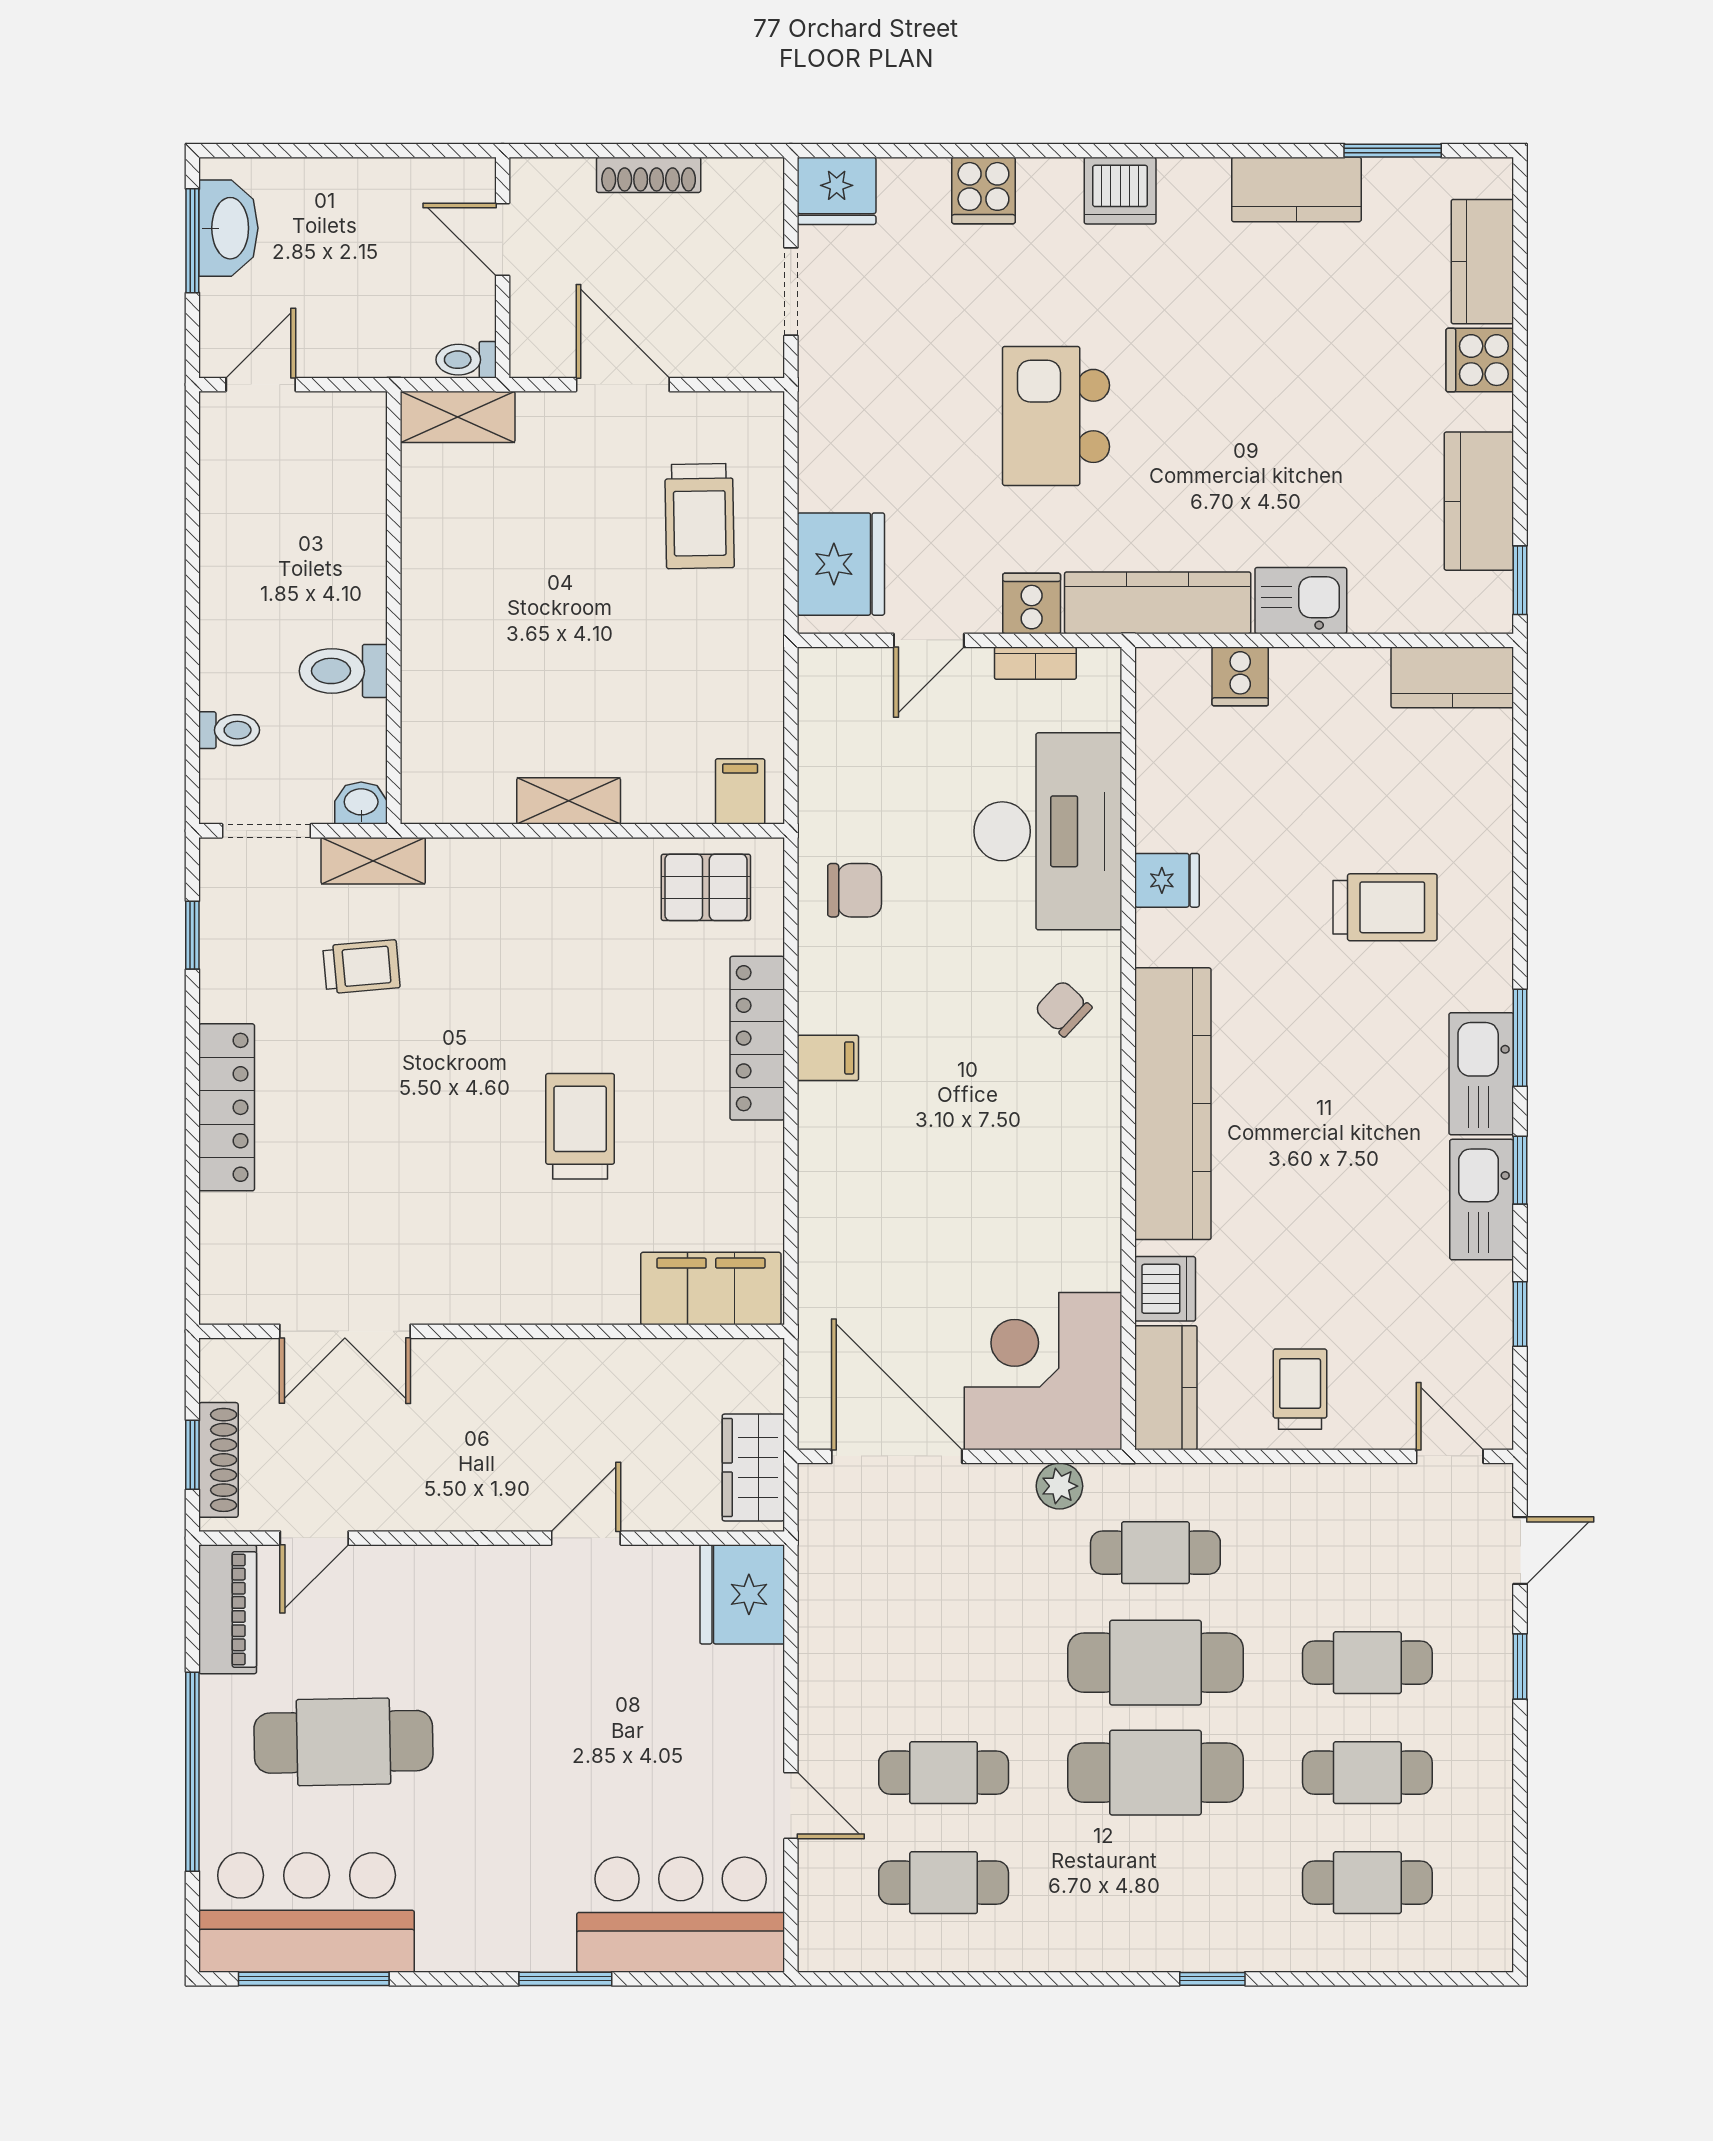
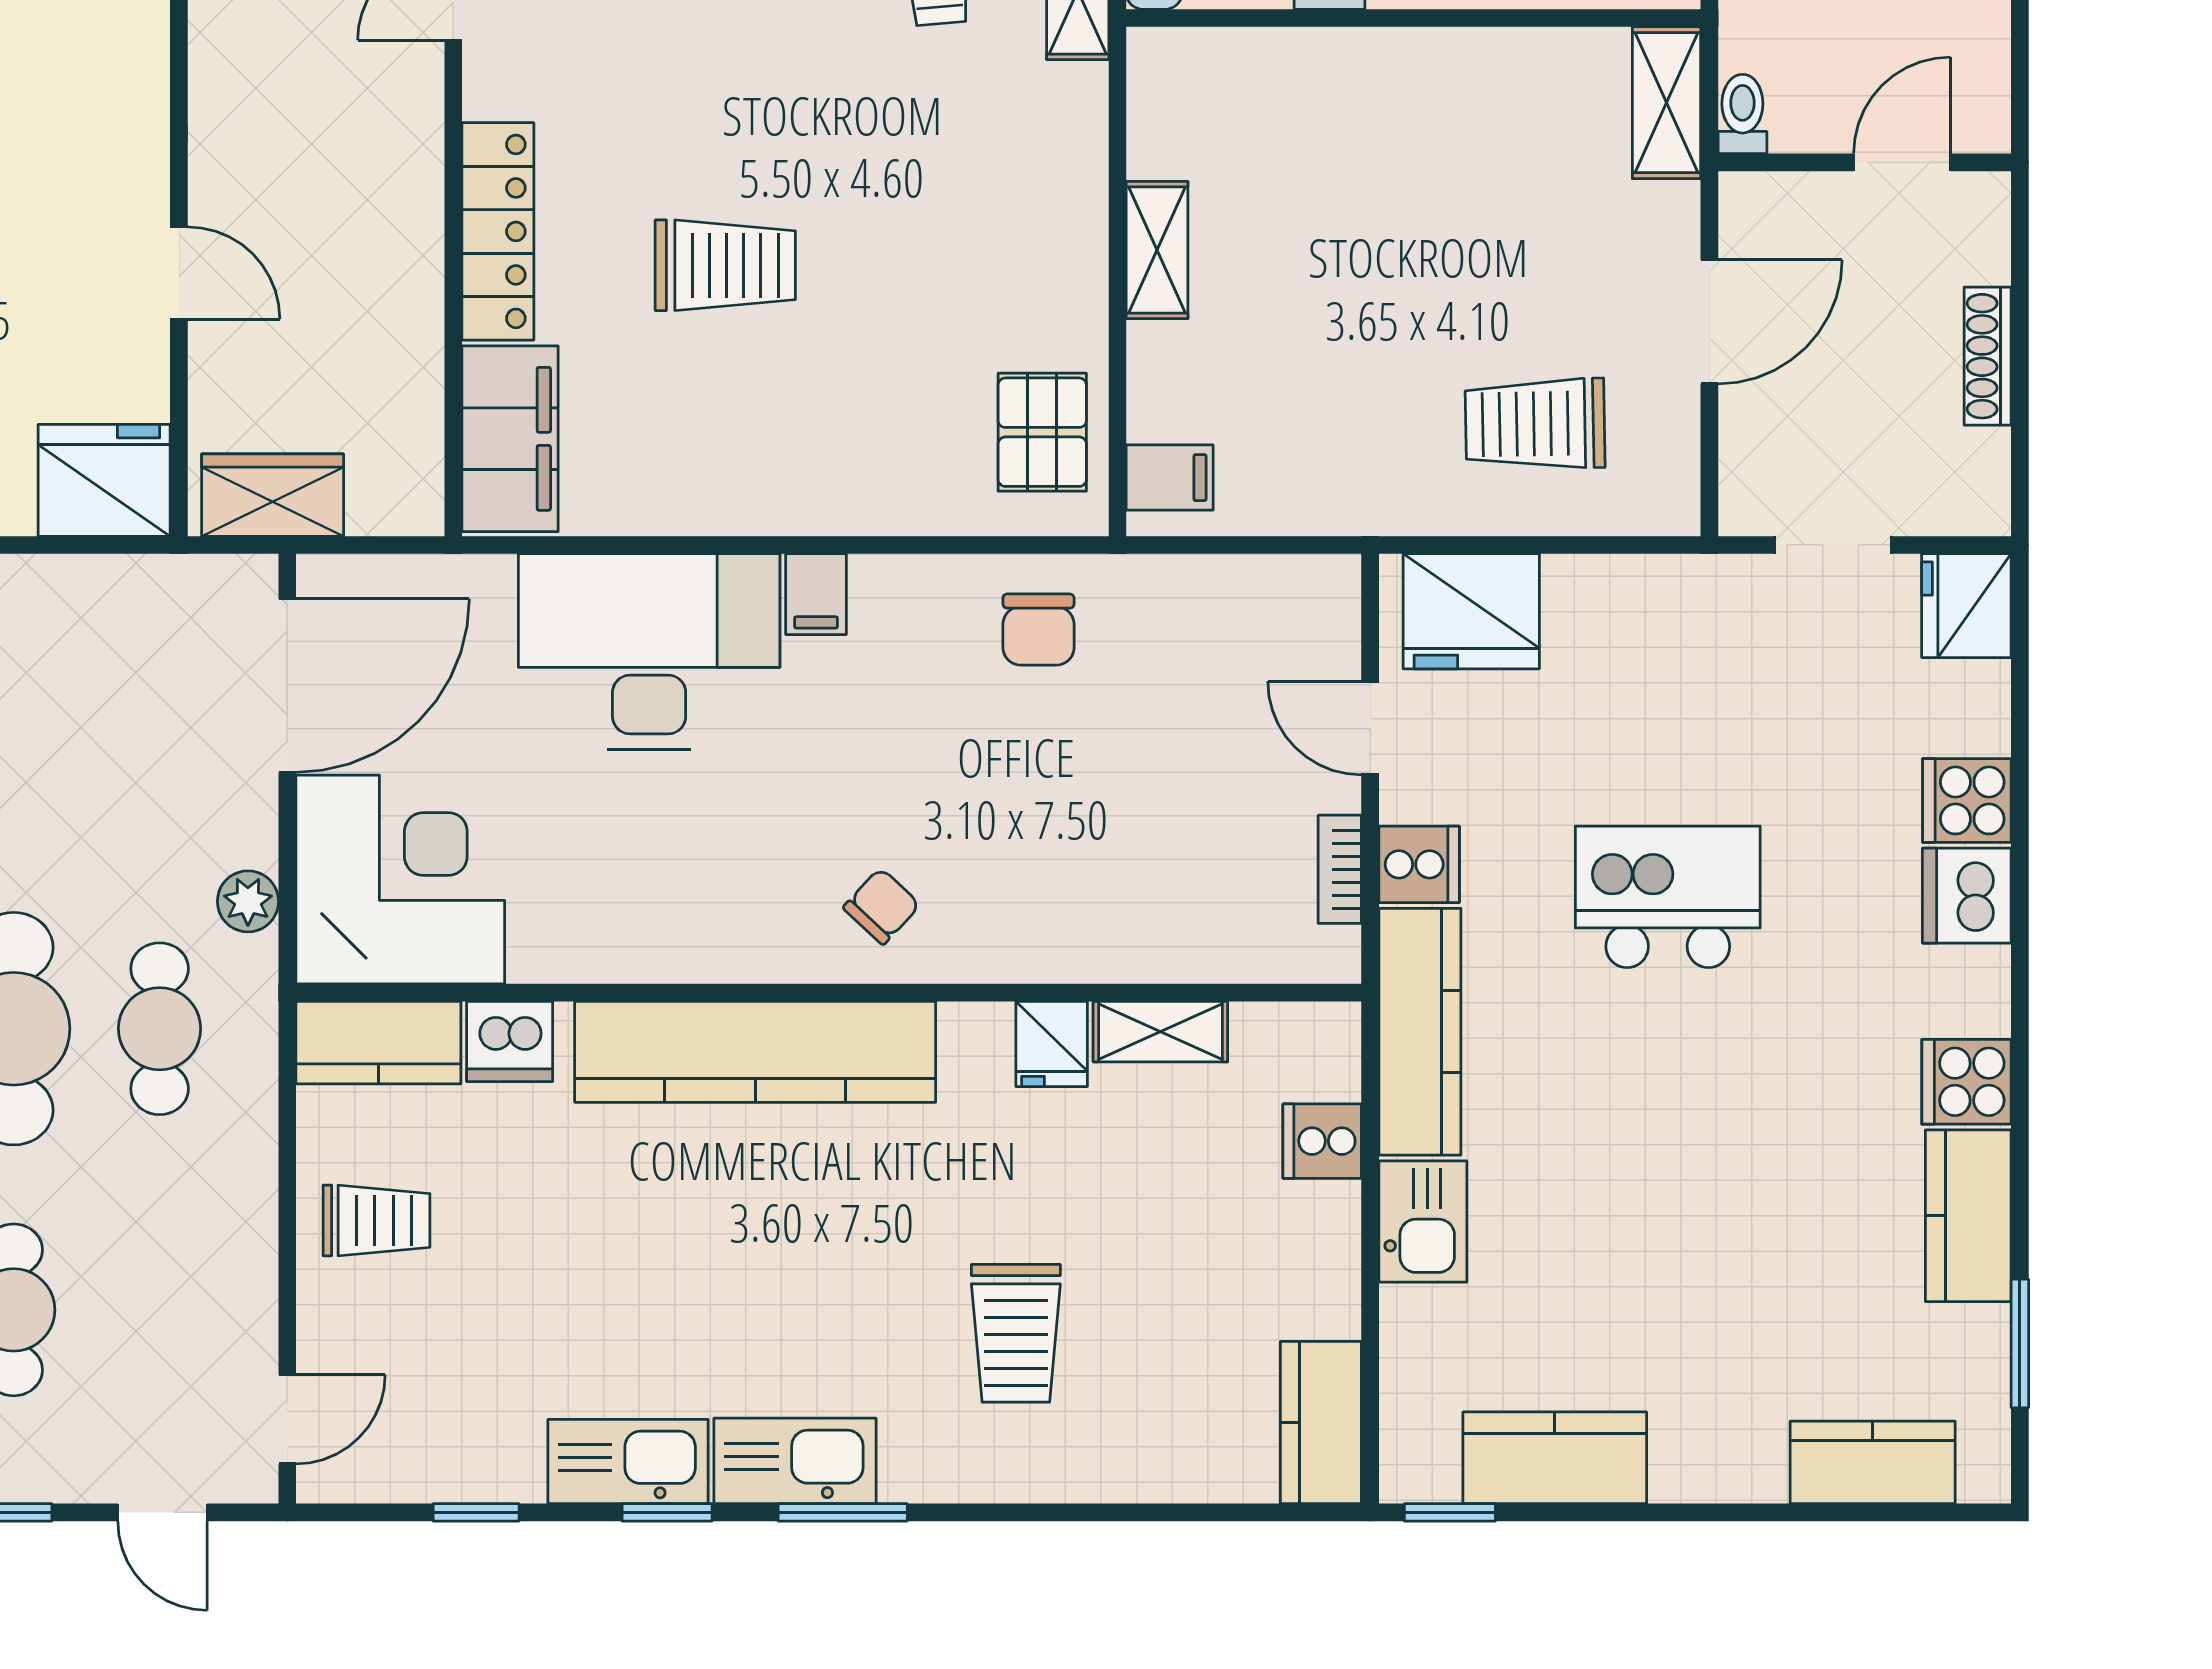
dishwasher: (1120, 191) -> (1967, 896), moved
cooker: (1480, 360) -> (1967, 1082), moved, turned -90
shelving: (1158, 798) -> (1160, 1032), added
desk: (1048, 831) -> (649, 652), moved, turned 180
locker: (757, 1038) -> (498, 231), moved, turned 90

